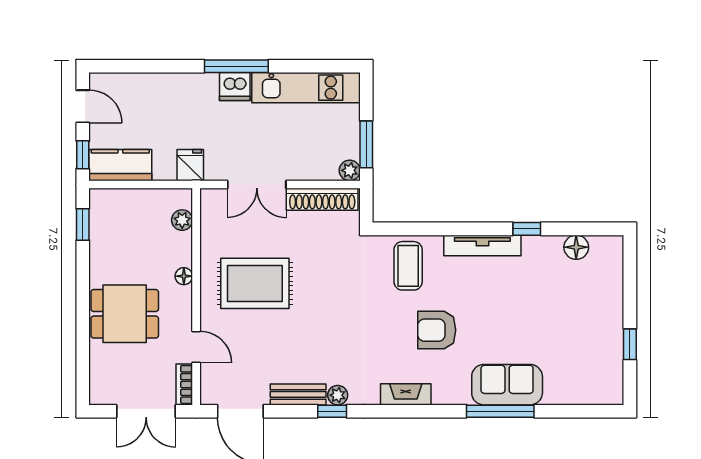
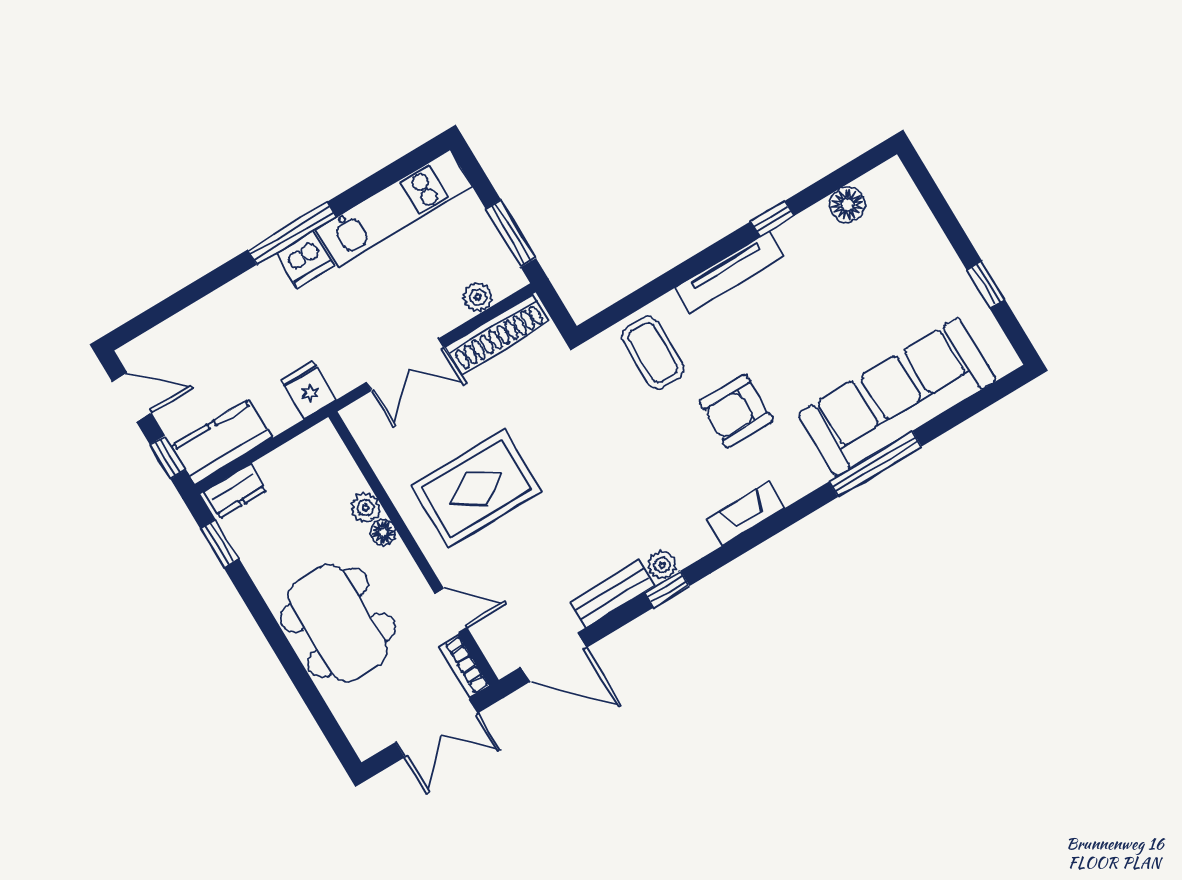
plant: (350, 170) -> (478, 297), moved
dresser: (111, 199) -> (235, 491), added
plant: (182, 220) -> (365, 508), moved
dining table: (125, 314) -> (338, 623), width x1.38
sofa: (507, 385) -> (897, 397), width x1.85, depth x1.27

